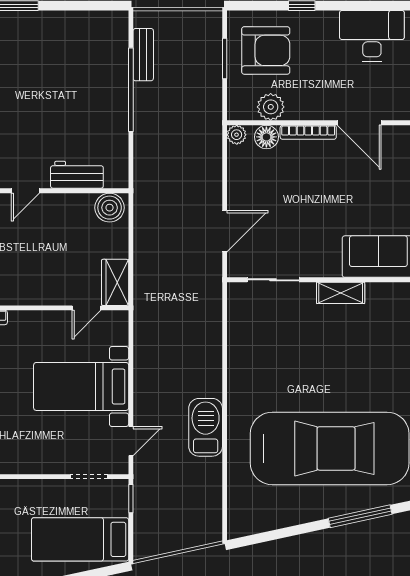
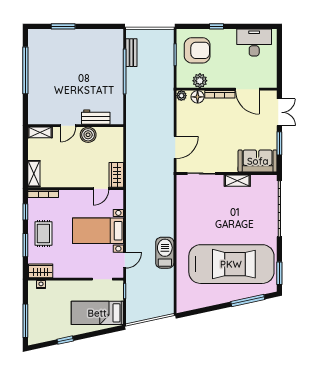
boiler: (110, 208) -> (88, 135), moved

